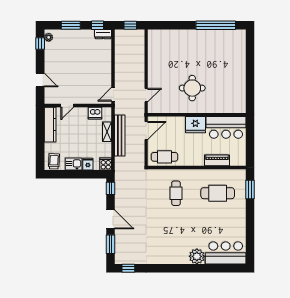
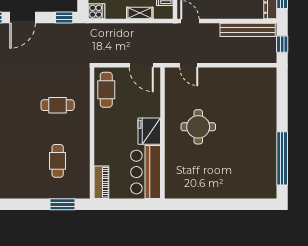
bench: (120, 136) -> (248, 30), moved
piano: (217, 160) -> (101, 182), moved
cafe table: (218, 193) -> (58, 161), width x0.73, depth x0.74

